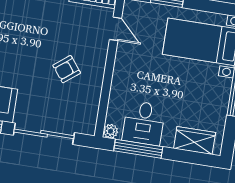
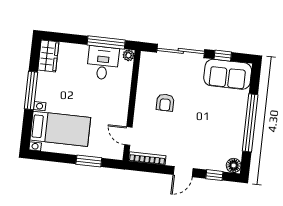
armchair: (67, 69) -> (165, 103), turned 128
wardrobe: (195, 140) -> (48, 56), moved, turned -90

